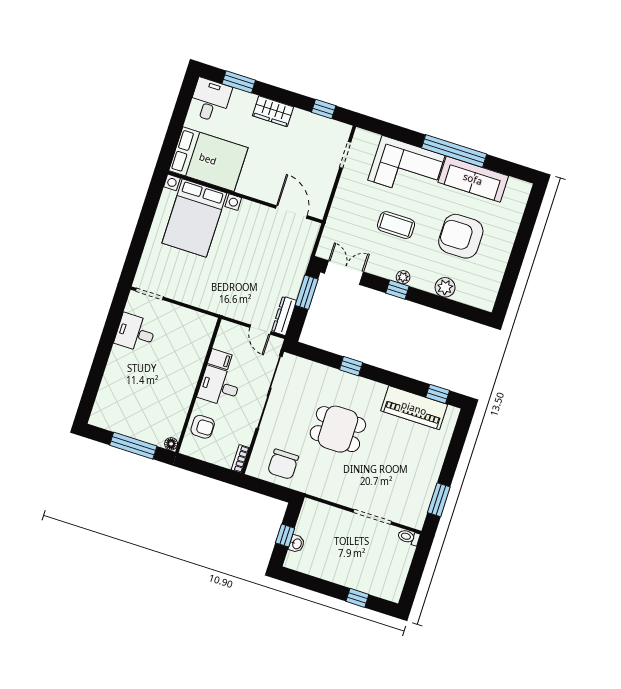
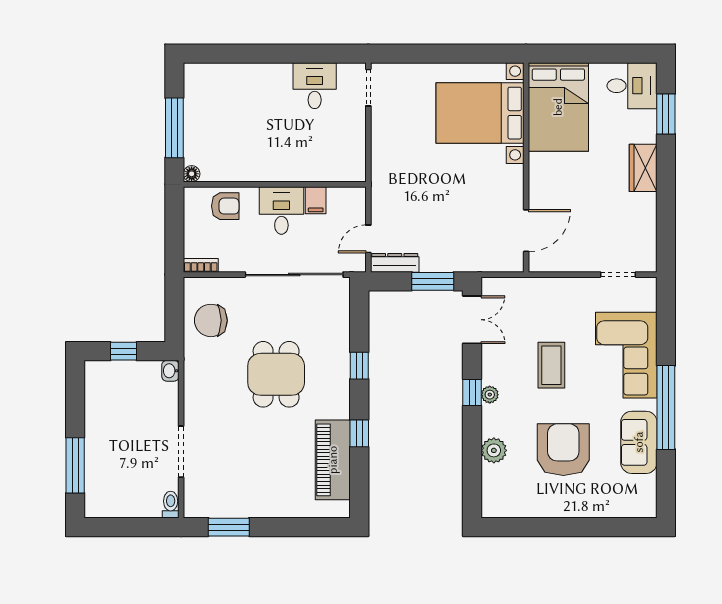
window: (324, 109) -> (666, 230), removed
sofa: (473, 179) -> (639, 442), width x0.73
window: (438, 394) -> (359, 433), moved
armchair: (203, 427) -> (225, 206), turned -90
washbasin: (297, 544) -> (170, 371), moved, turned 90
window: (357, 598) -> (75, 465), width x2.17

